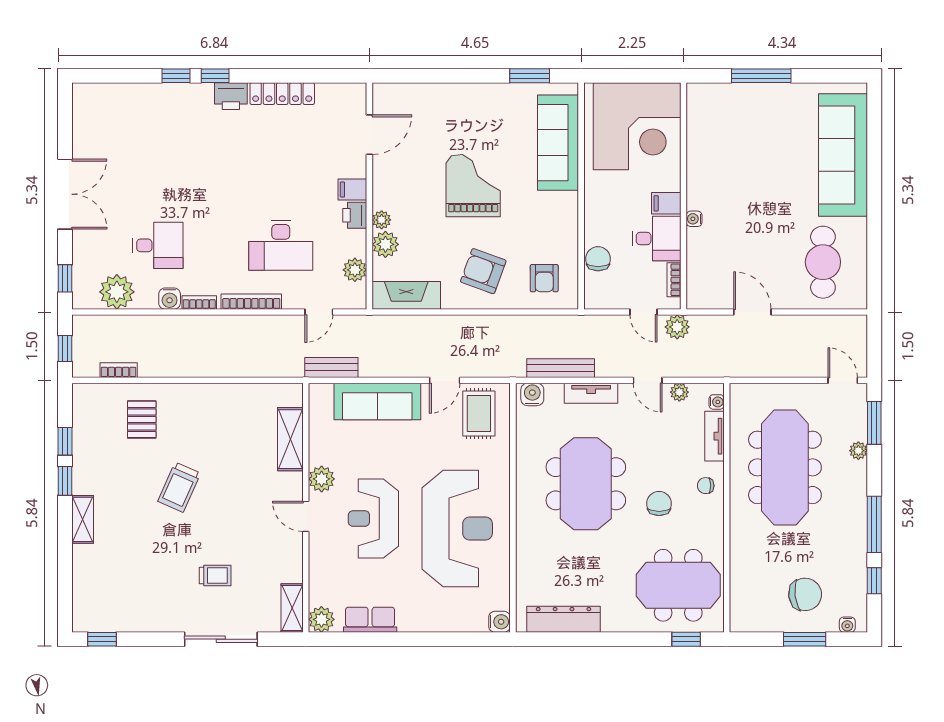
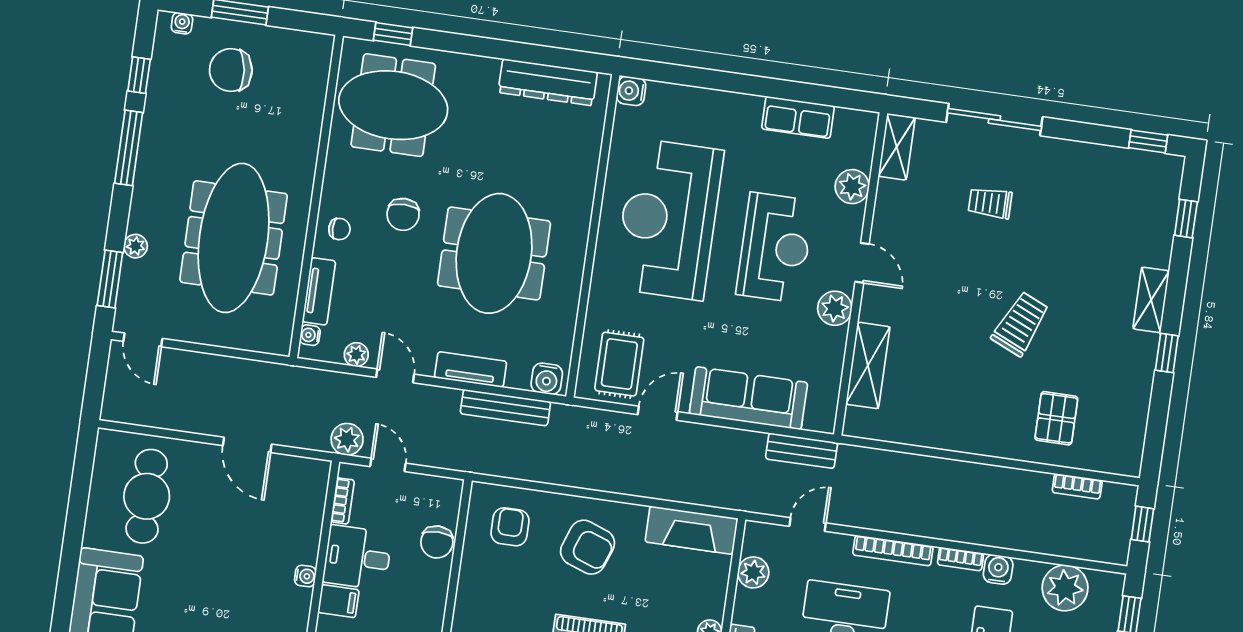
plant: (385, 244) -> (709, 600), removed
window: (65, 441) -> (1186, 219), moved
plant: (321, 619) -> (852, 187), moved

